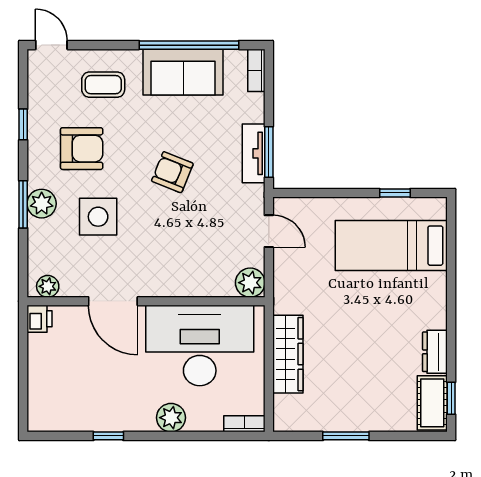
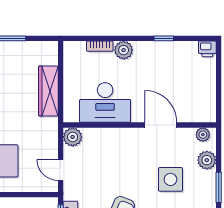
plant: (42, 204) -> (207, 160), moved
printer: (40, 319) -> (207, 49), moved, turned -90
desk: (200, 346) -> (105, 102), width x0.73, depth x0.77
bookcase: (244, 424) -> (100, 46), moved

